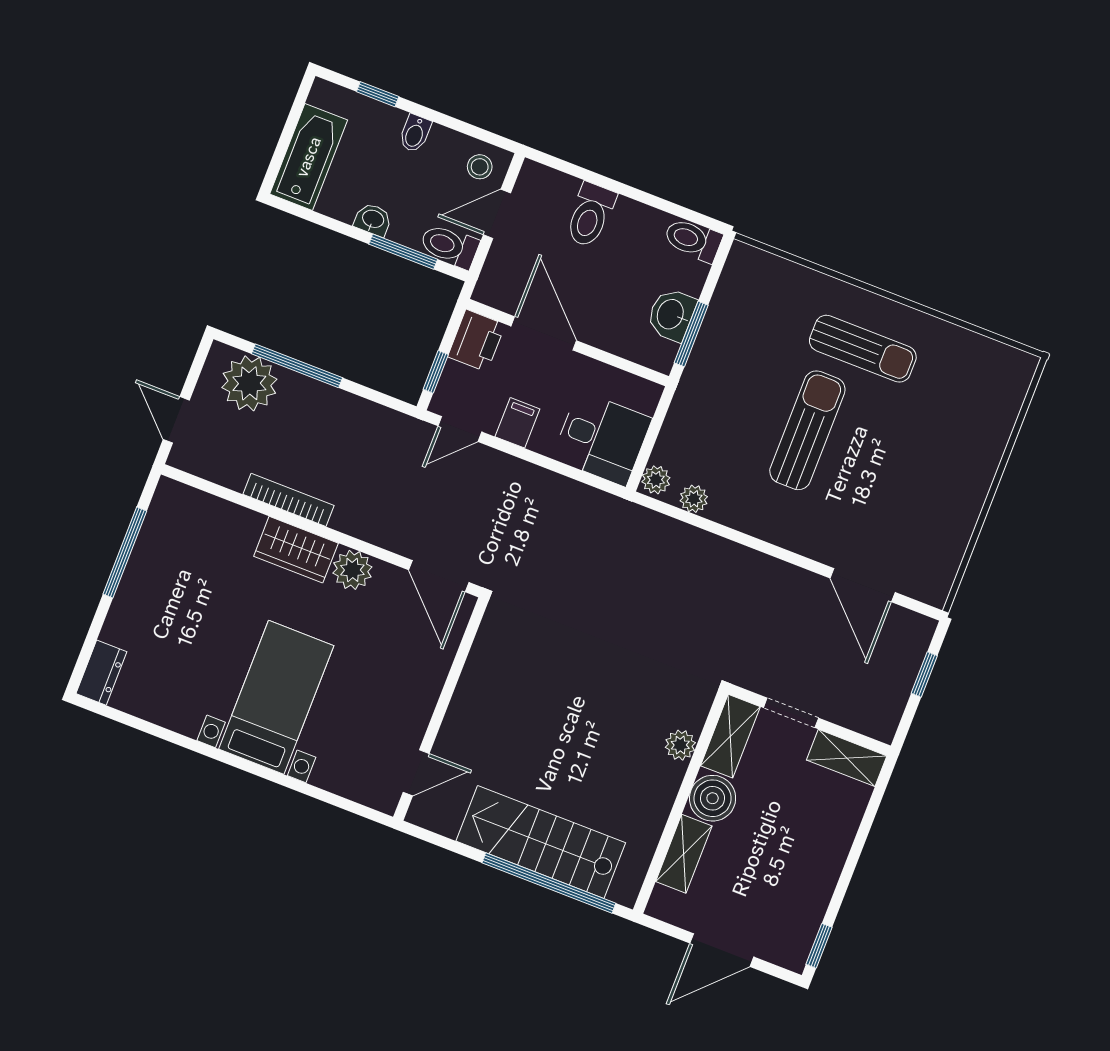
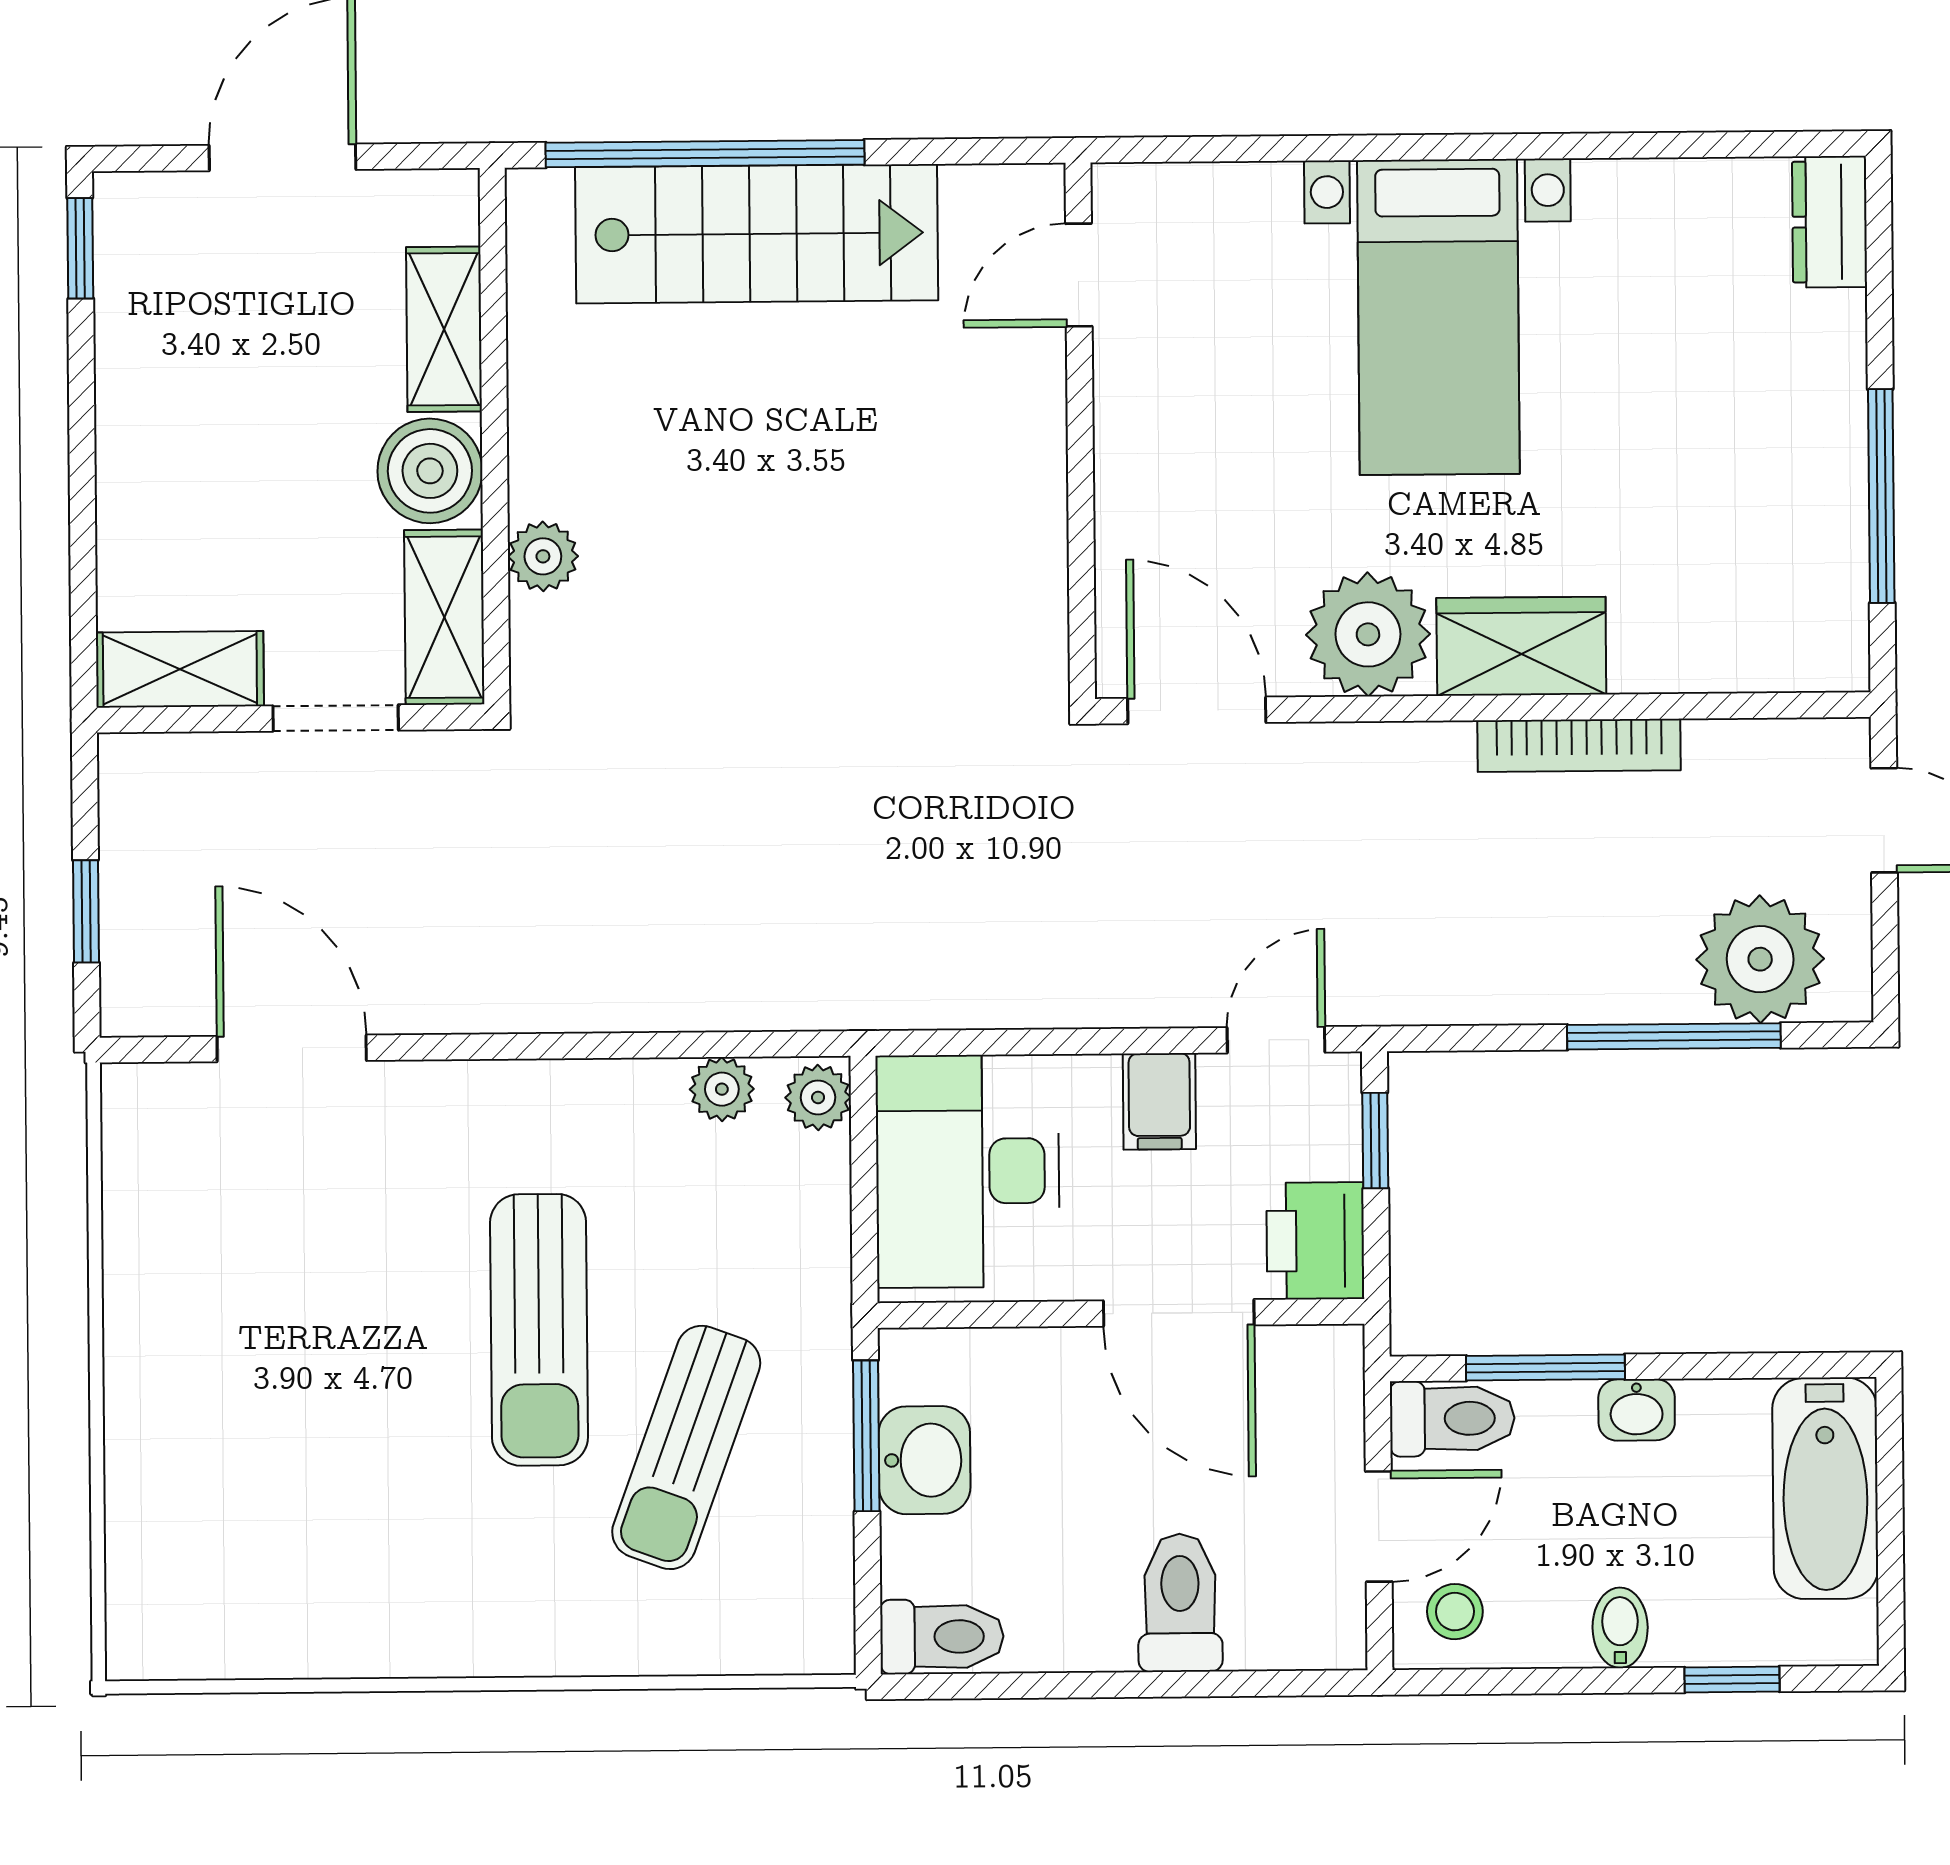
sun lounger: (863, 349) -> (686, 1447), moved, turned -70
desk: (602, 438) -> (968, 1171), width x1.37
plant: (352, 570) -> (1368, 634), width x1.36, depth x1.36

